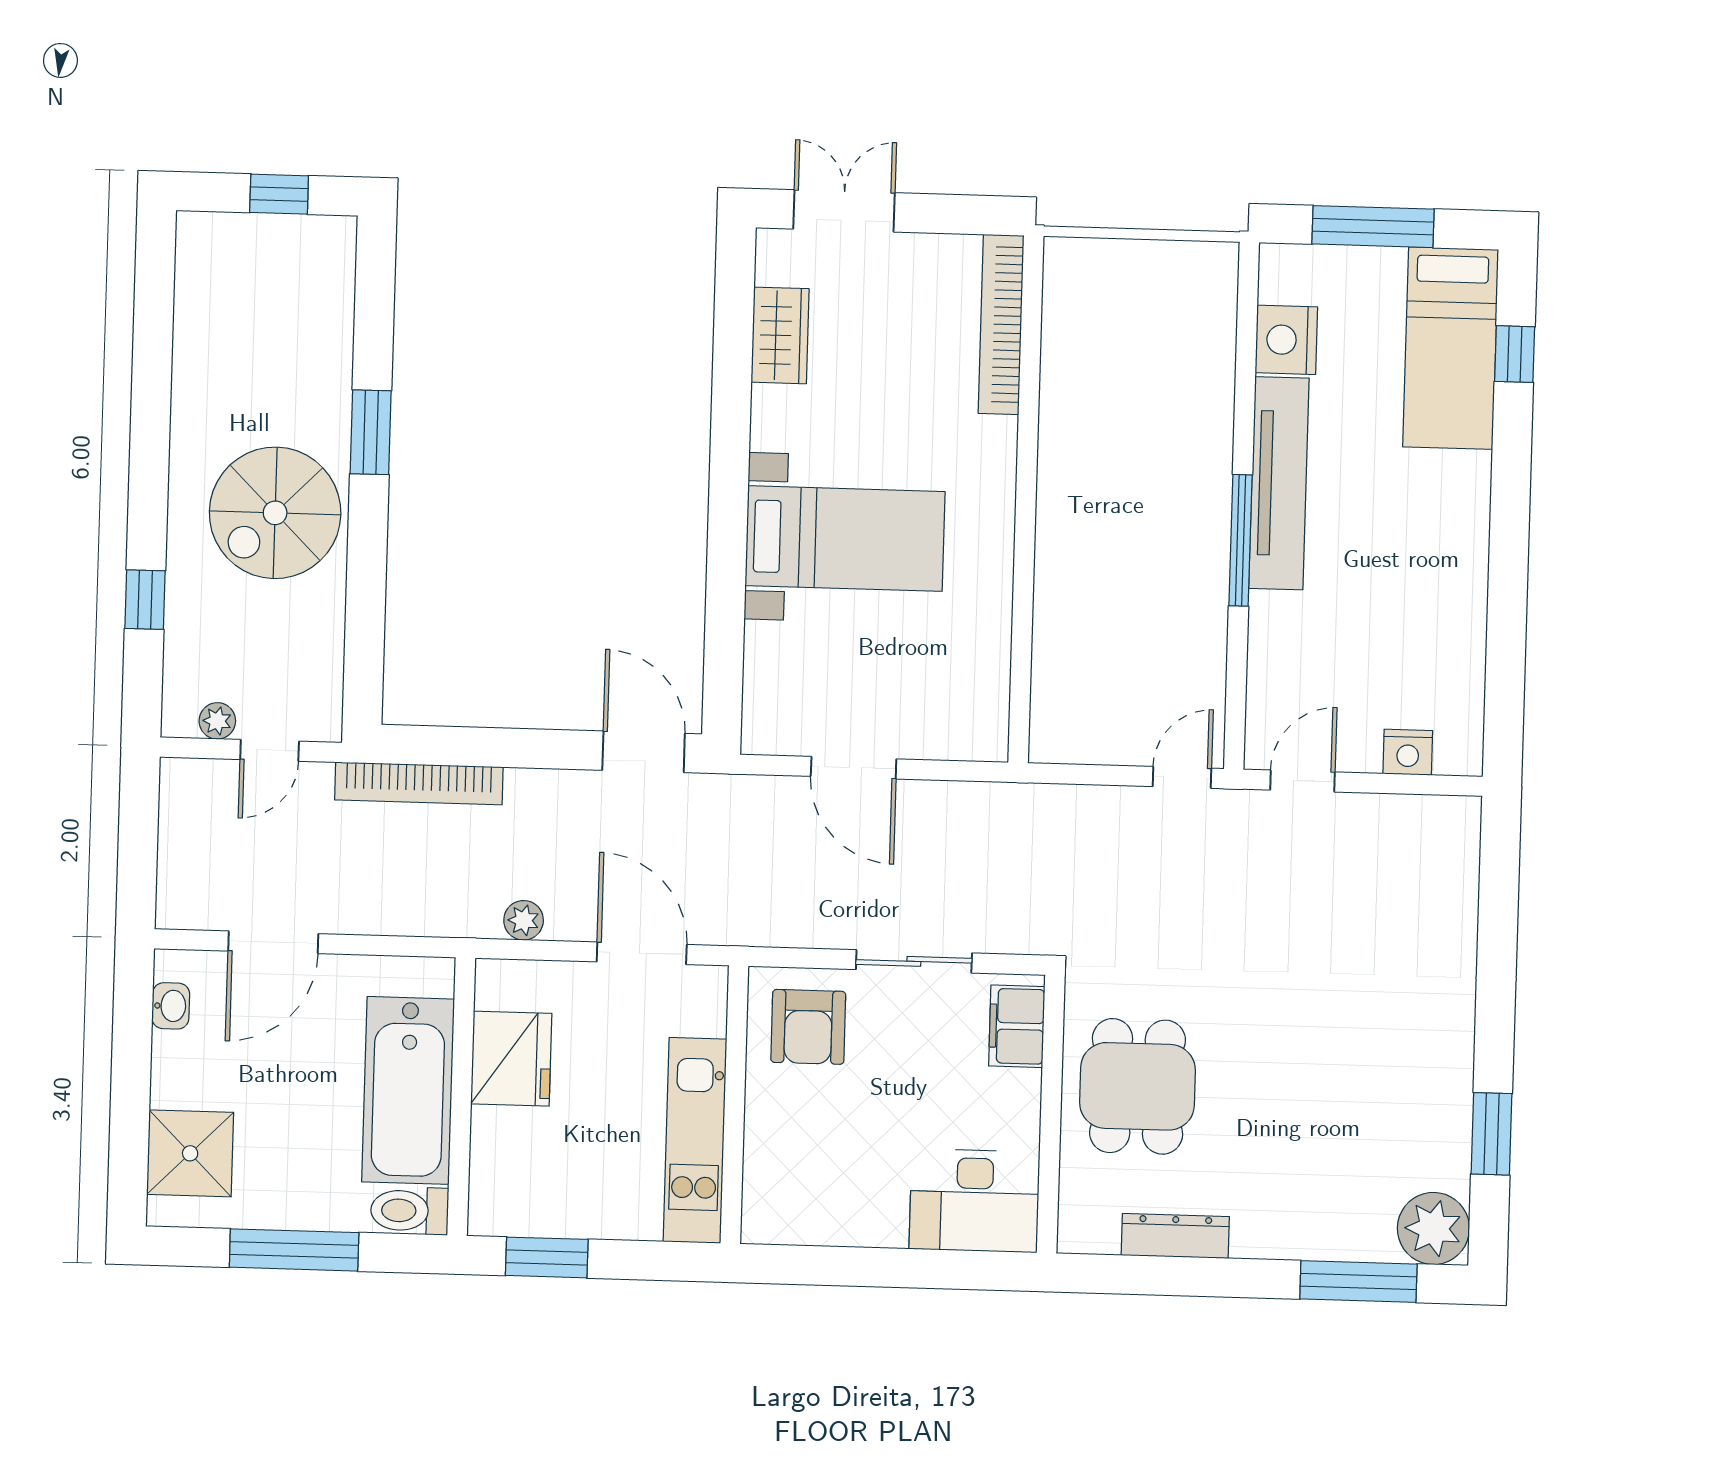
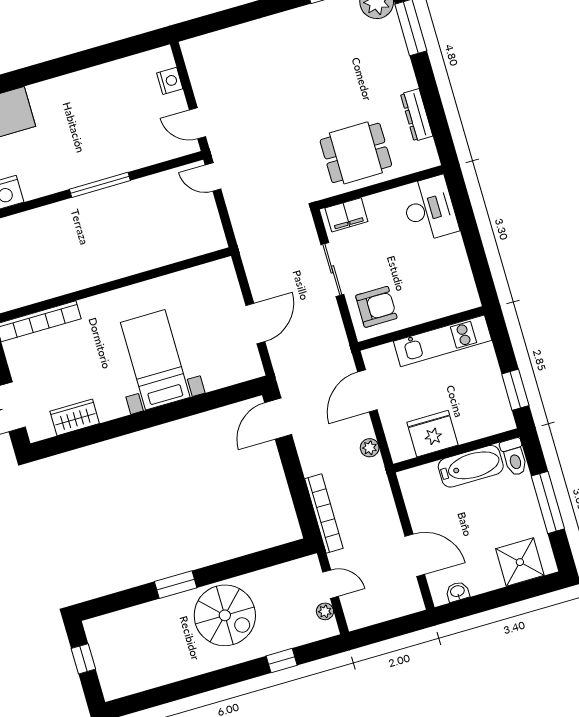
tv unit: (1279, 483) -> (69, 176), removed
bathtub: (408, 1090) -> (471, 466), width x0.73, depth x0.73

